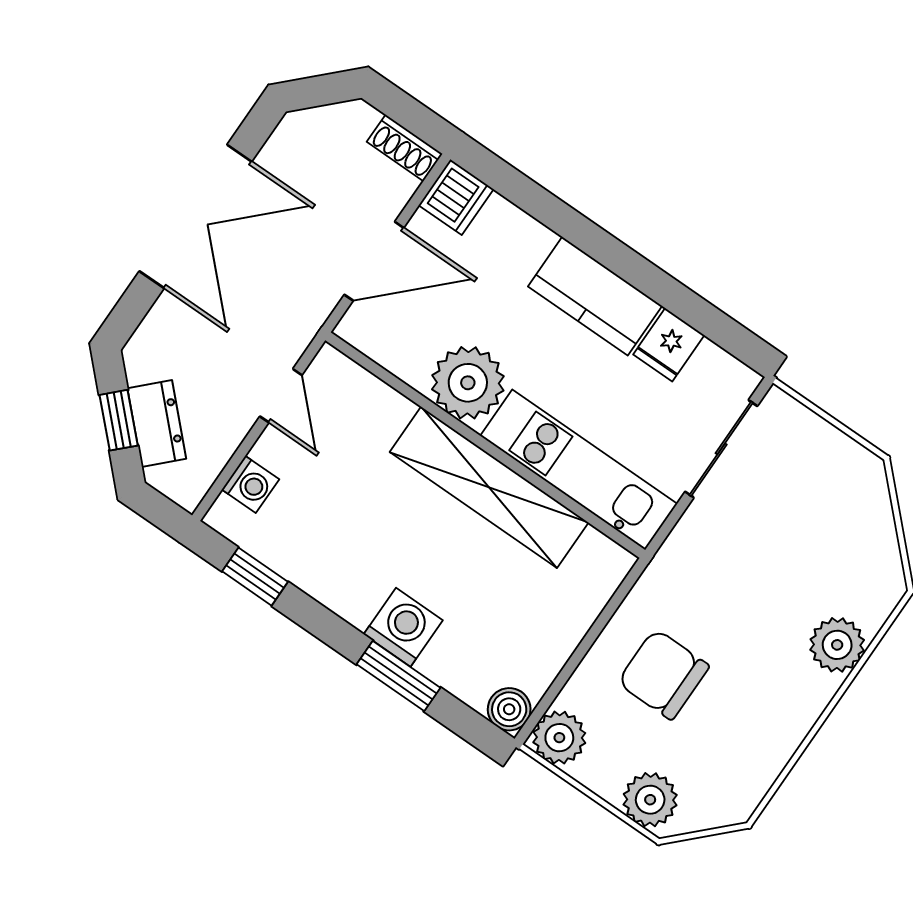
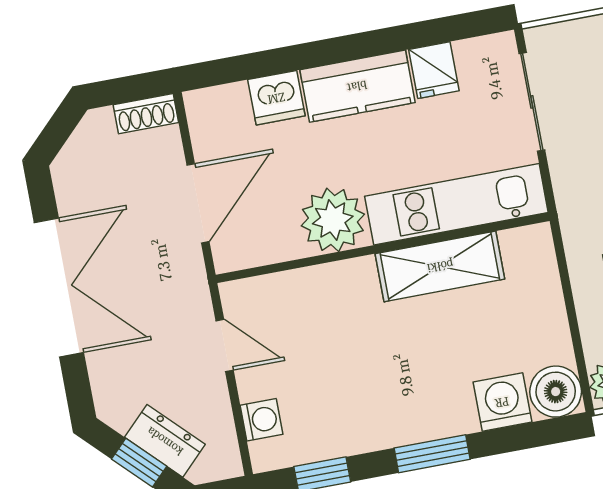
dishwasher: (456, 197) -> (276, 98), moved, turned 90
shelving: (489, 487) -> (440, 266), width x0.68
washing machine: (403, 627) -> (502, 402), moved
window: (399, 676) -> (432, 454), moved
boiler: (509, 709) -> (556, 392), width x1.36, depth x1.36

